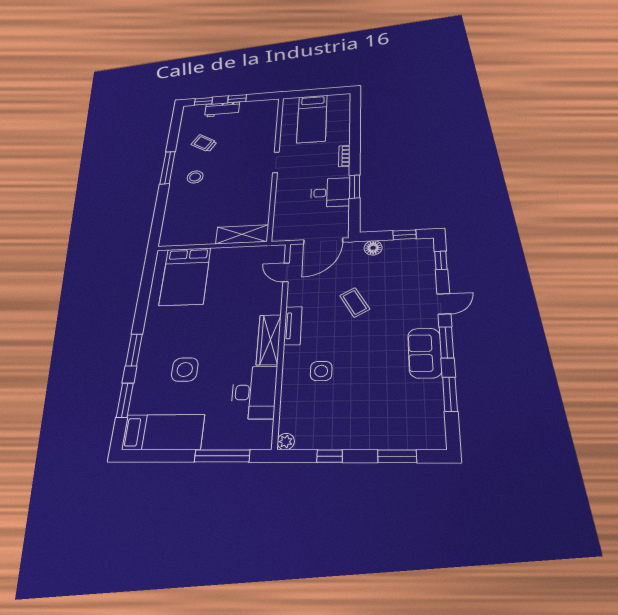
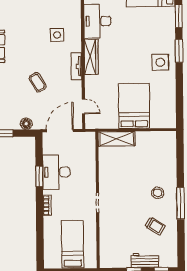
desk: (330, 193) -> (56, 172), width x1.37
bed: (185, 276) -> (134, 106), moved
side table: (185, 369) -> (160, 62), moved

